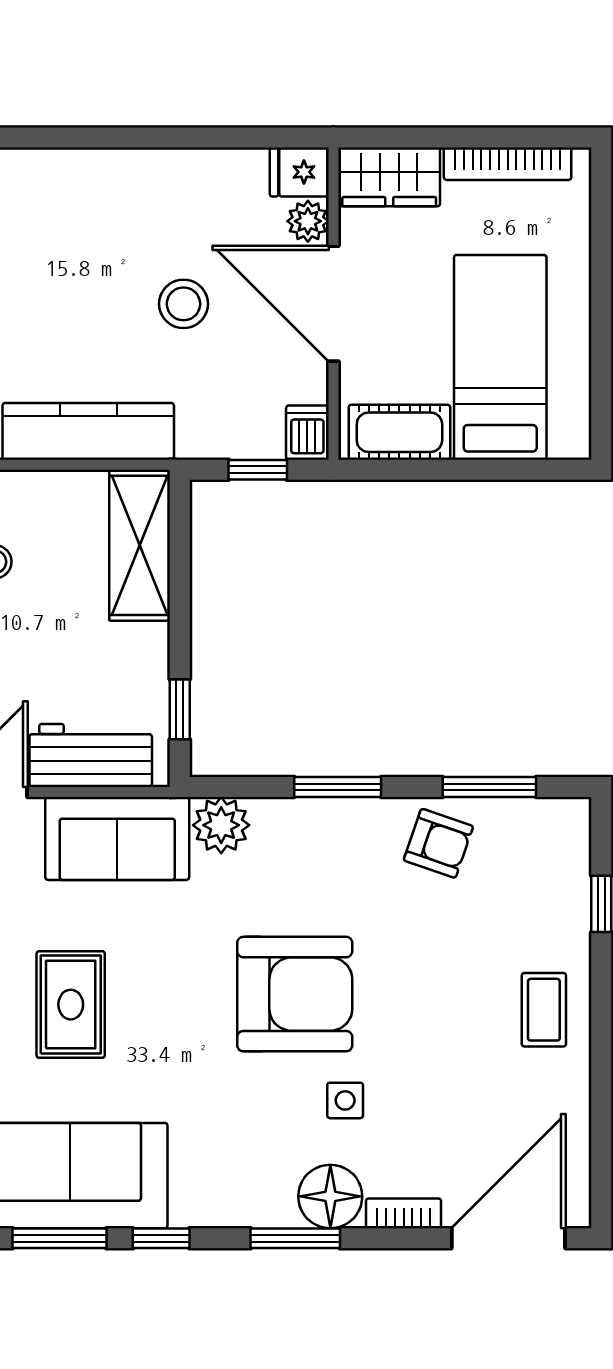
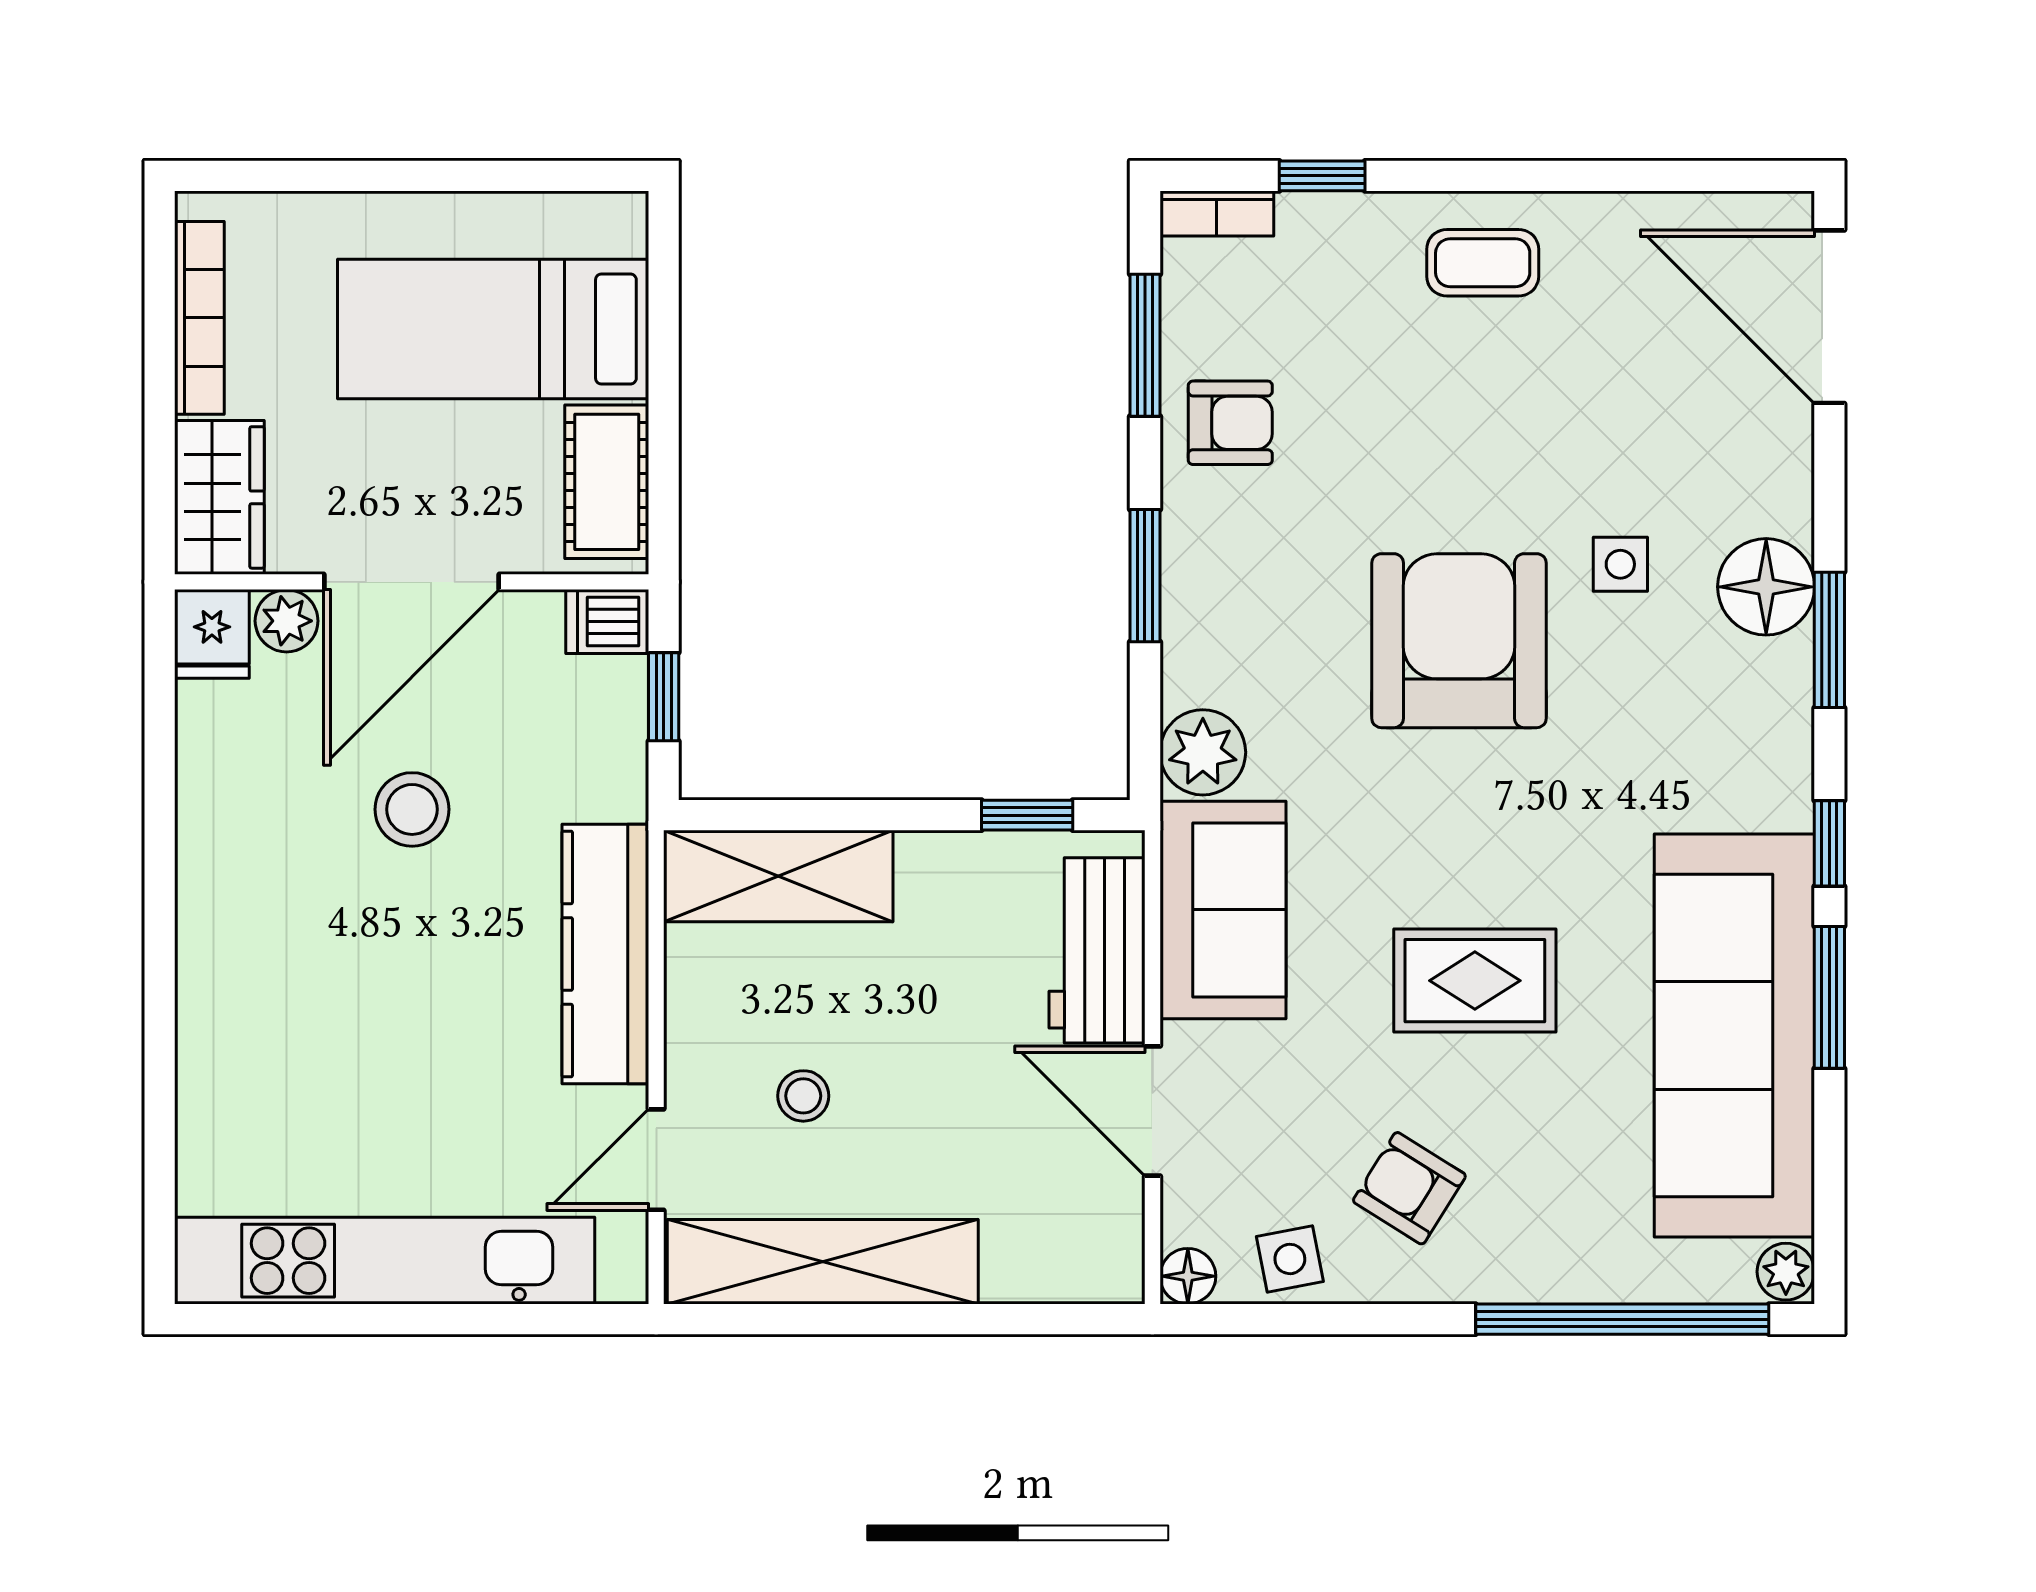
armchair: (438, 843) -> (1230, 423), turned 71
bookcase: (404, 1213) -> (1217, 214), moved, turned -90

